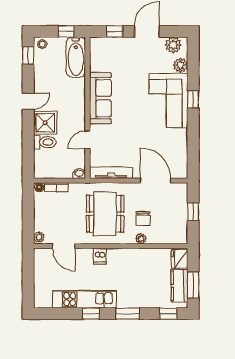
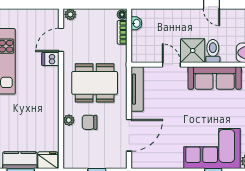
shower: (45, 123) -> (193, 51), moved
toilet: (45, 142) -> (213, 51), moved, turned 180
washbasin: (79, 174) -> (136, 23), moved
dishwasher: (100, 256) -> (50, 59), moved

